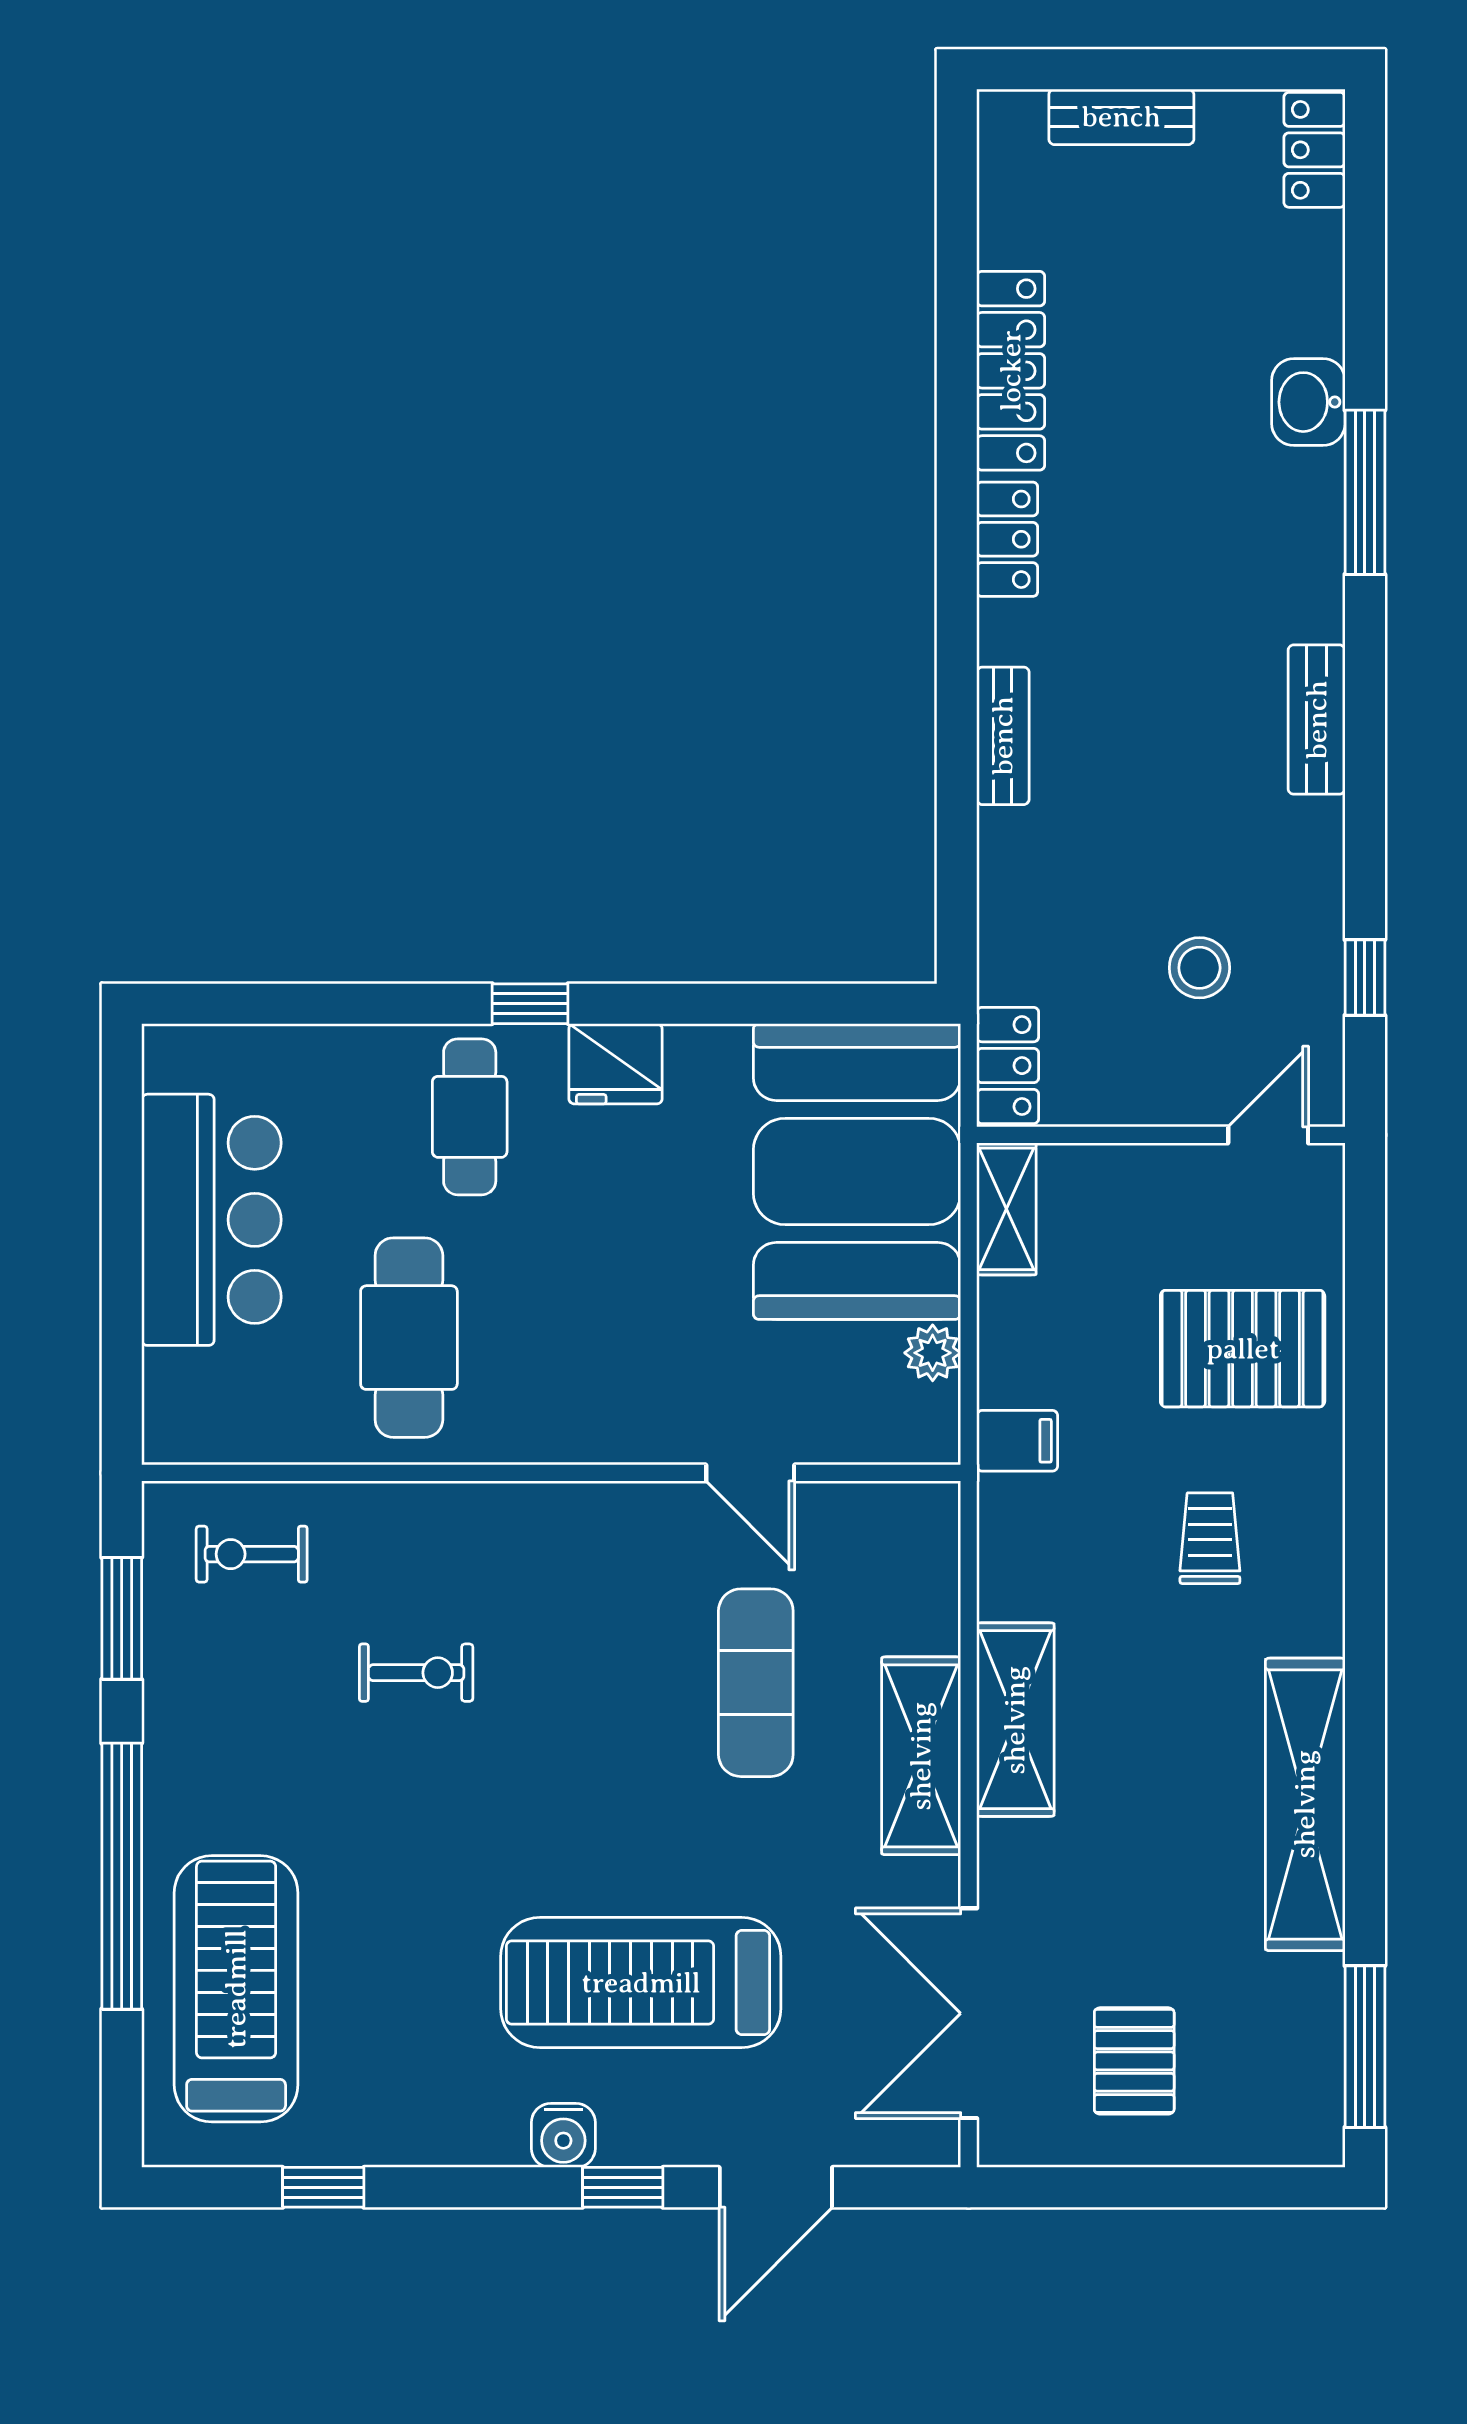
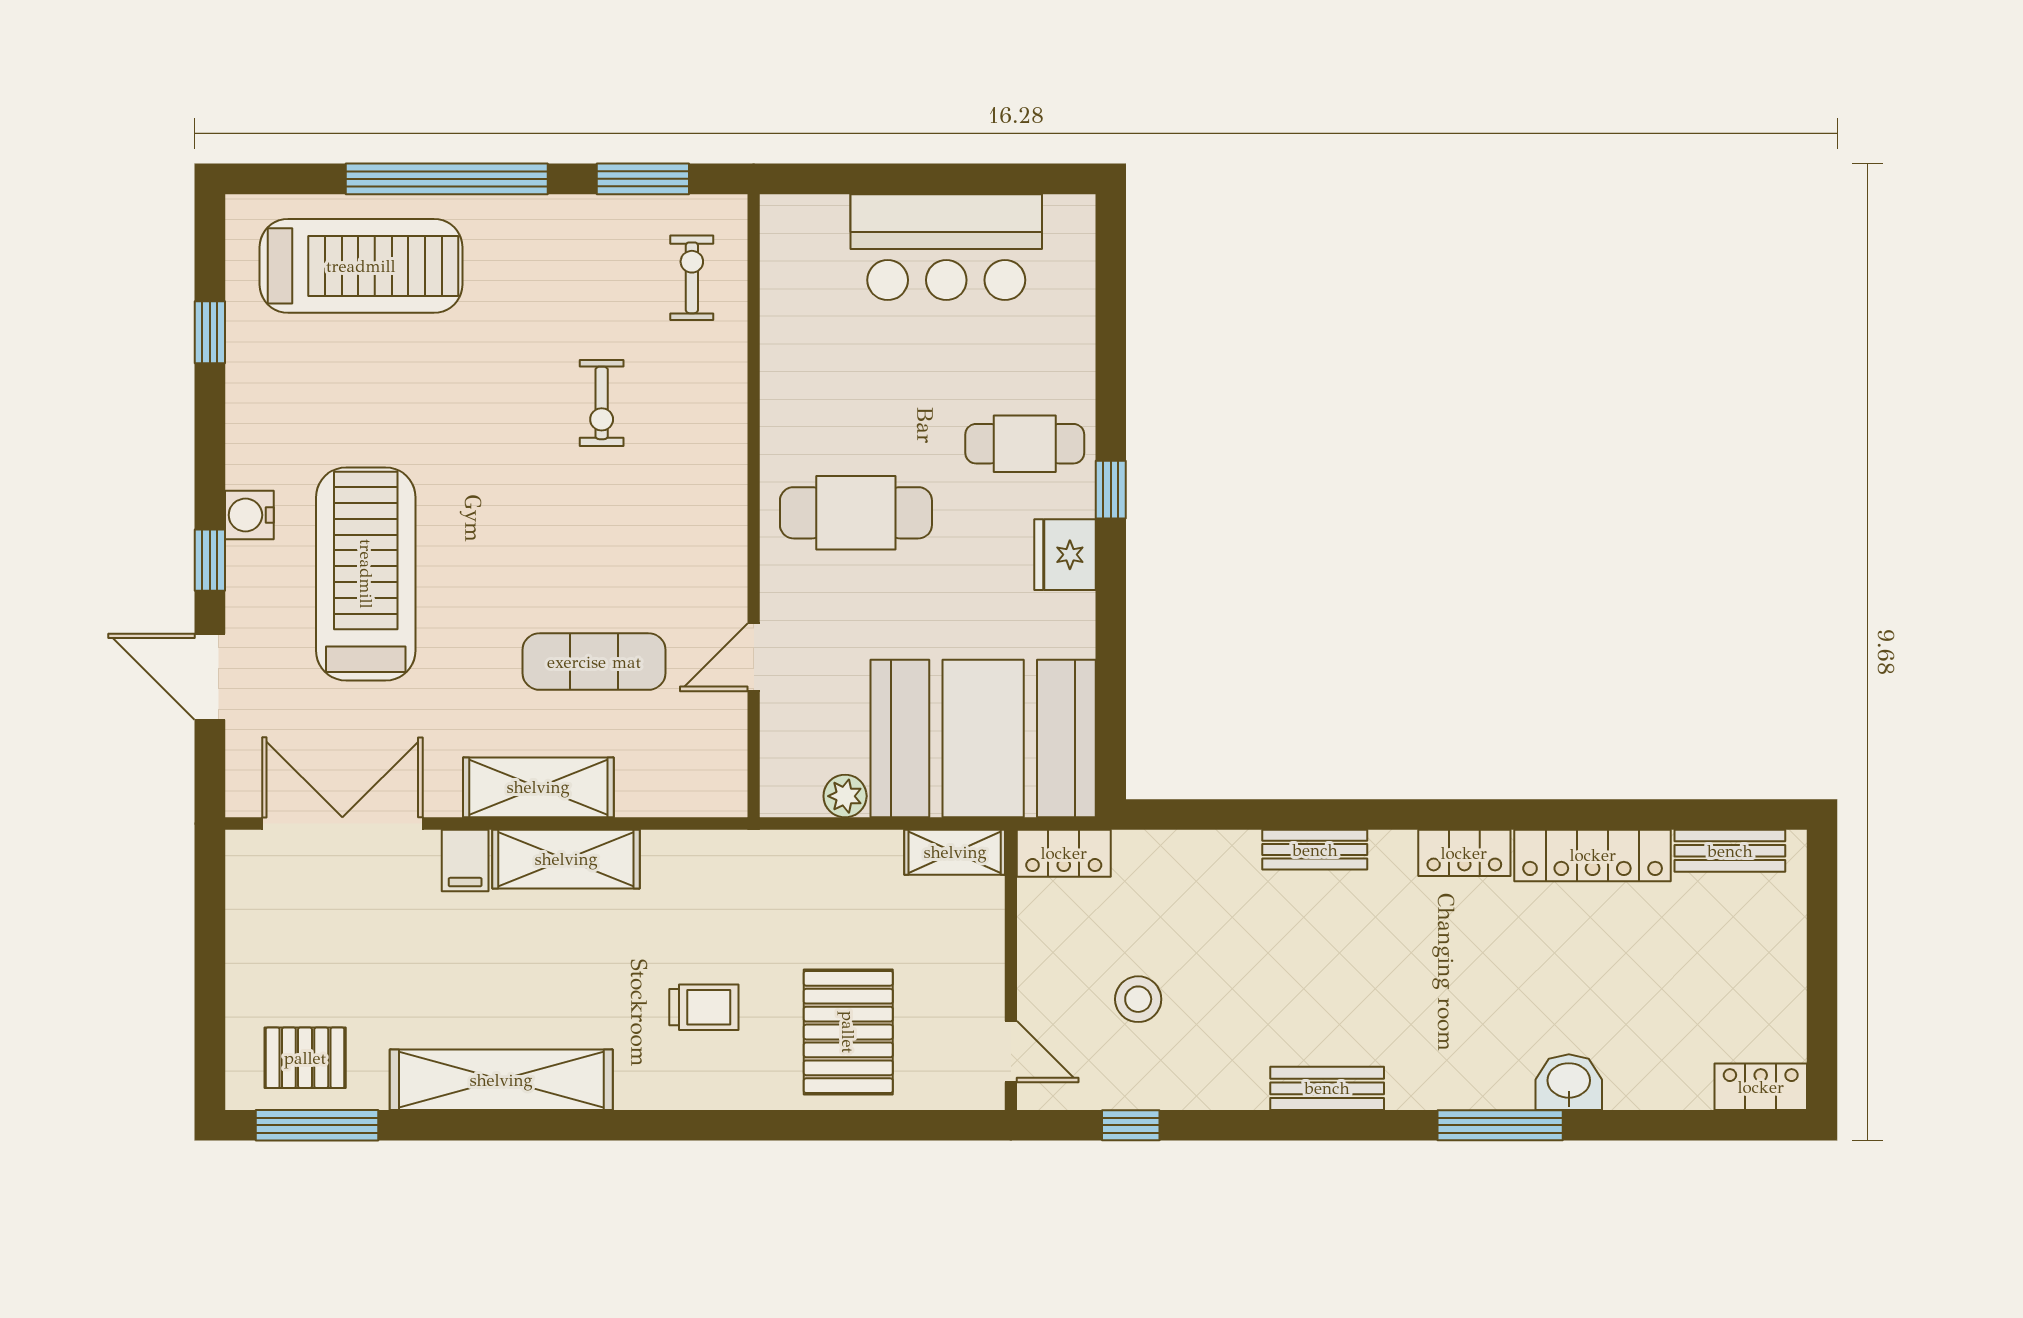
bench: (1121, 117) -> (1730, 851), moved, turned 90
cafe table: (409, 1338) -> (856, 513), moved
filing cabinet: (1017, 1441) -> (465, 860), moved
pallet: (1134, 2061) -> (305, 1058), moved

